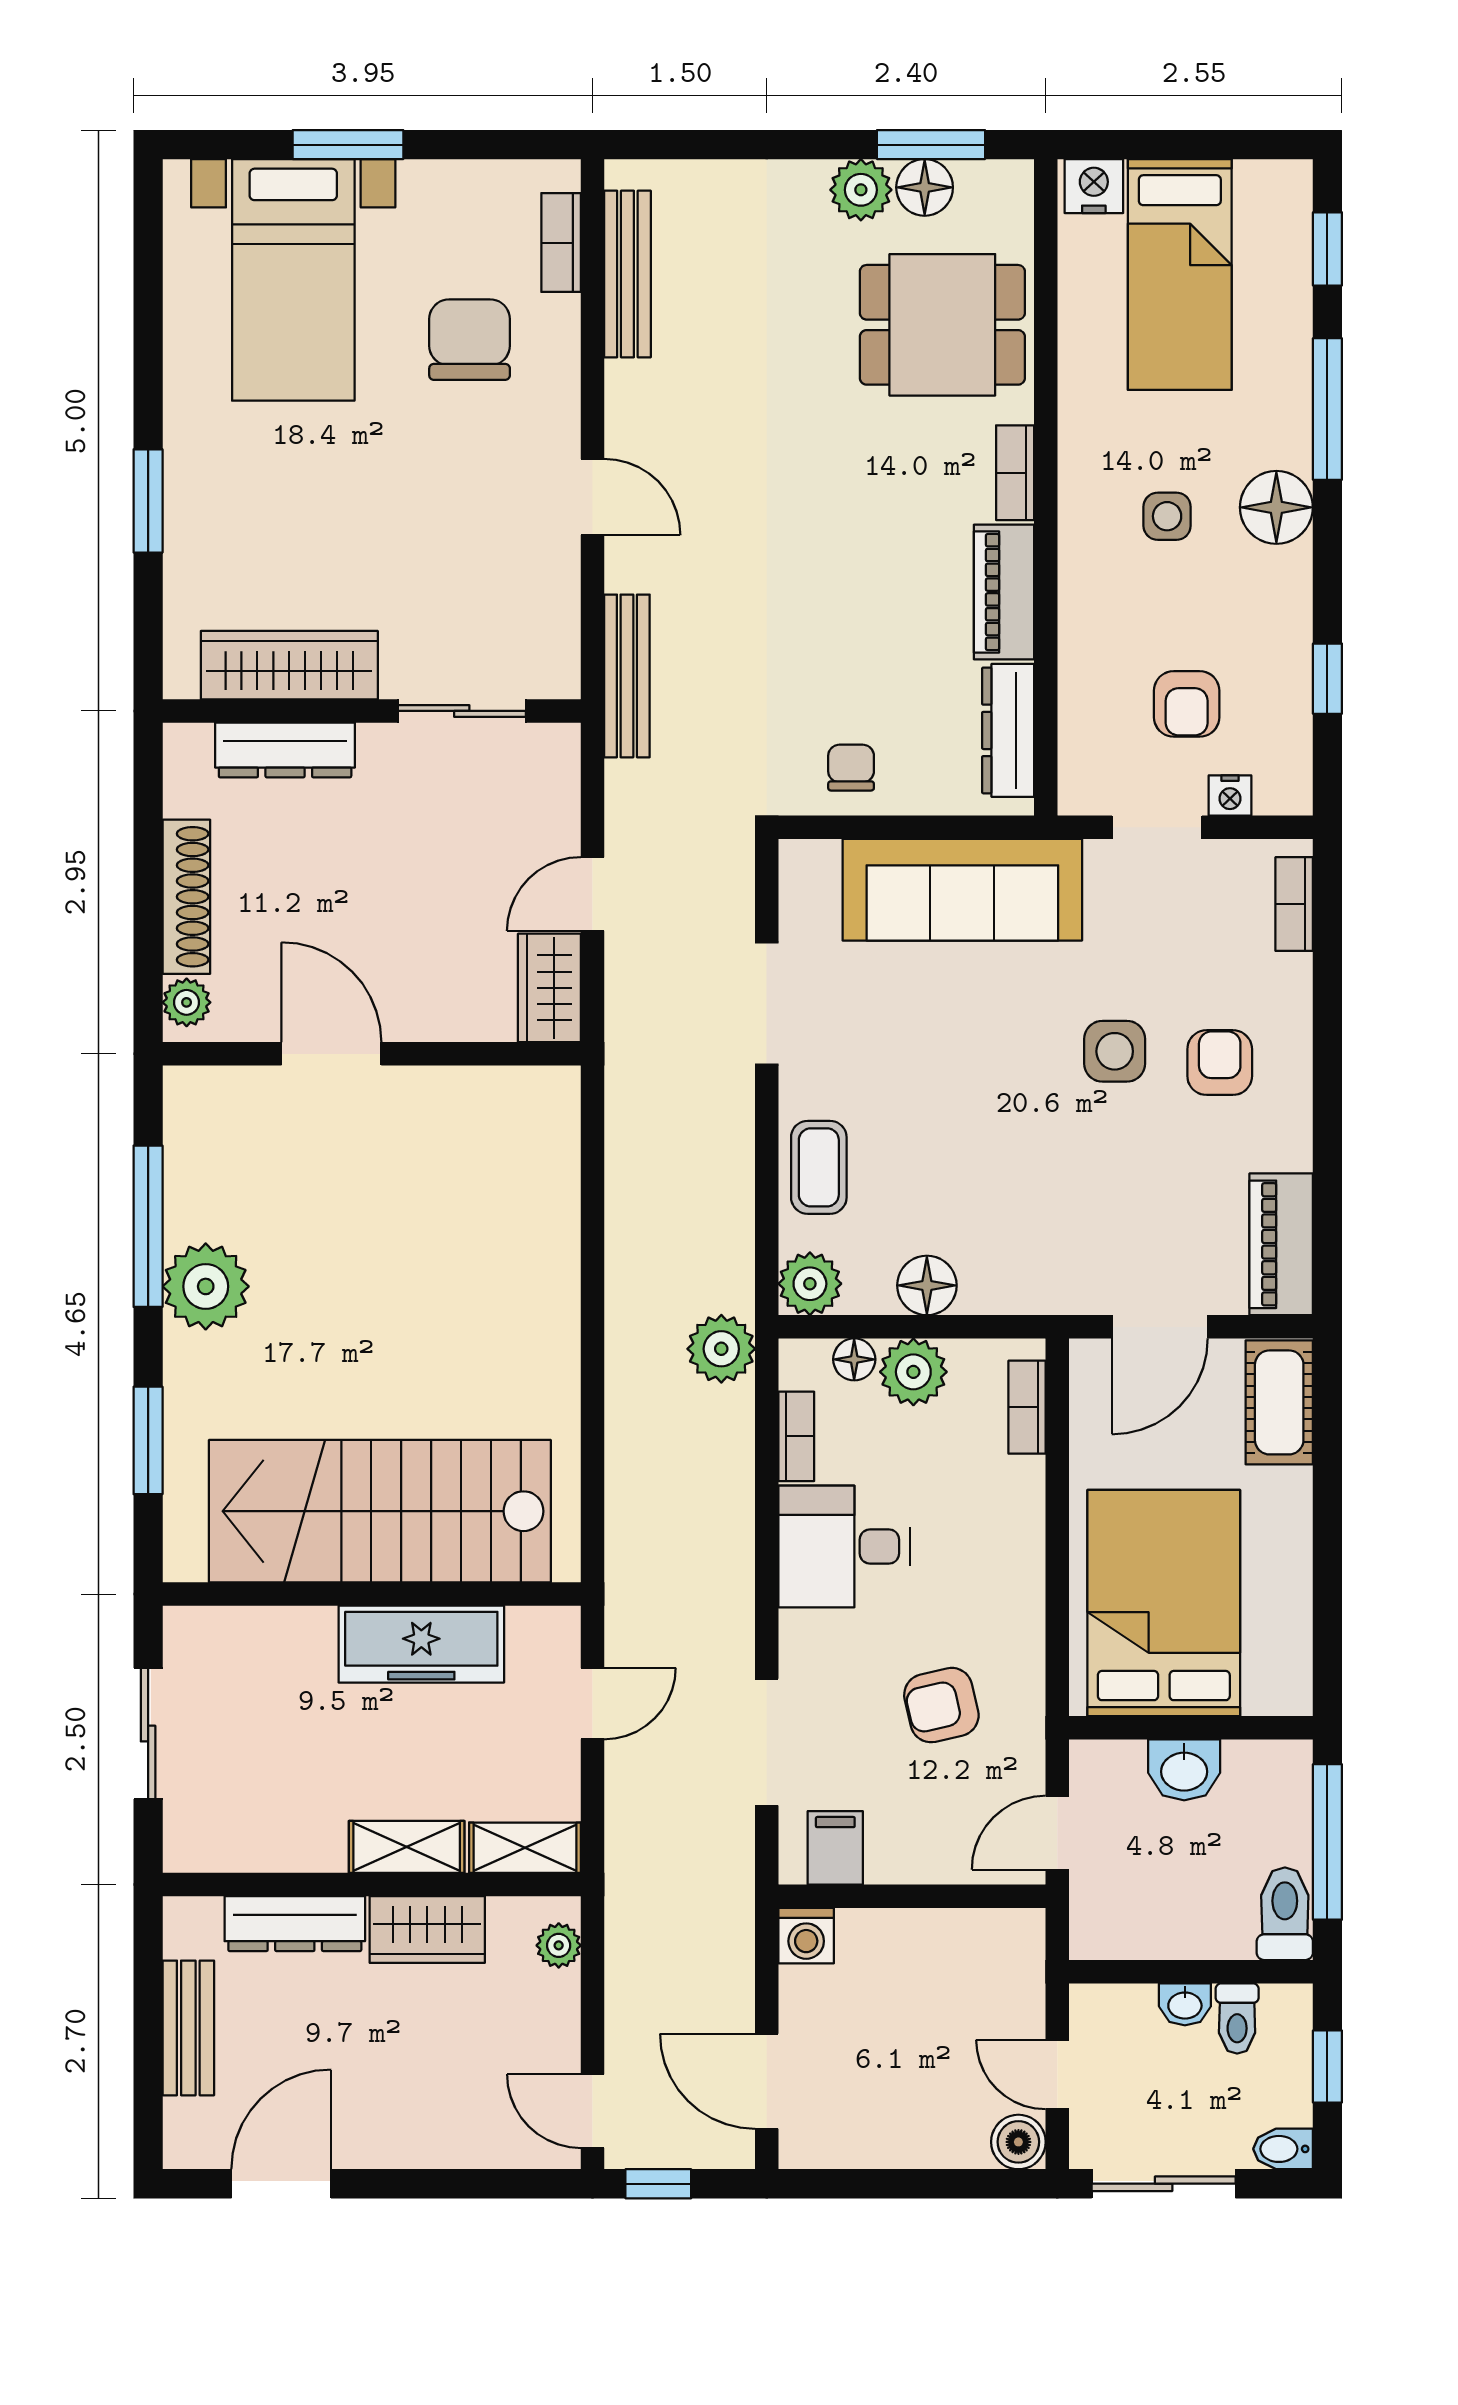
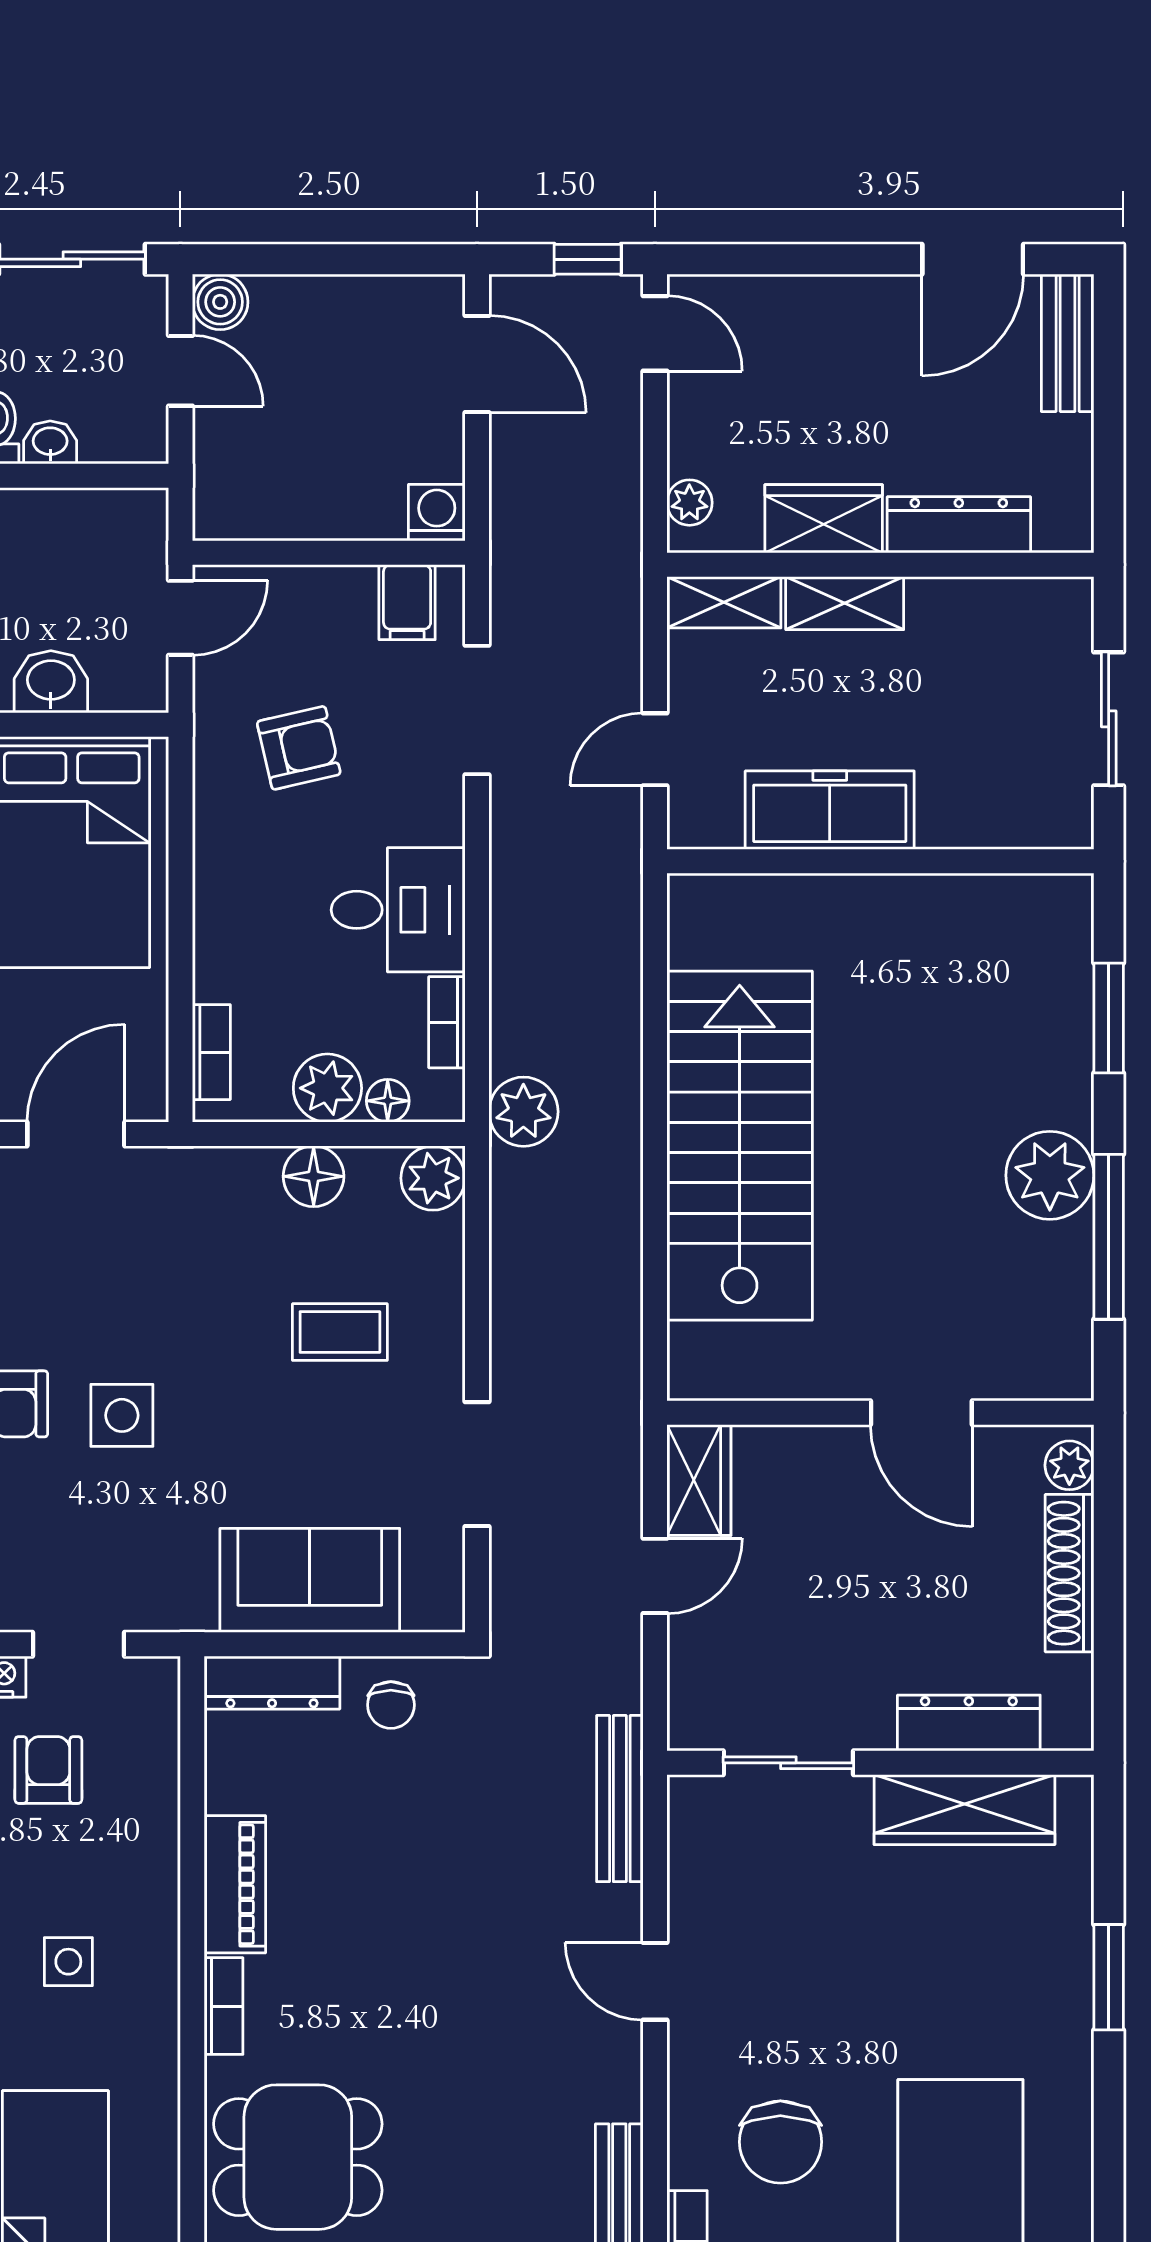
dresser: (1008, 730) -> (272, 1683), moved, turned 90
sofa: (962, 890) -> (310, 1580), width x0.73
coffee table: (819, 1167) -> (340, 1332), moved, turned 90
stairs: (380, 1511) -> (740, 1146), moved, turned -90
bench: (188, 2028) -> (1068, 343), moved

